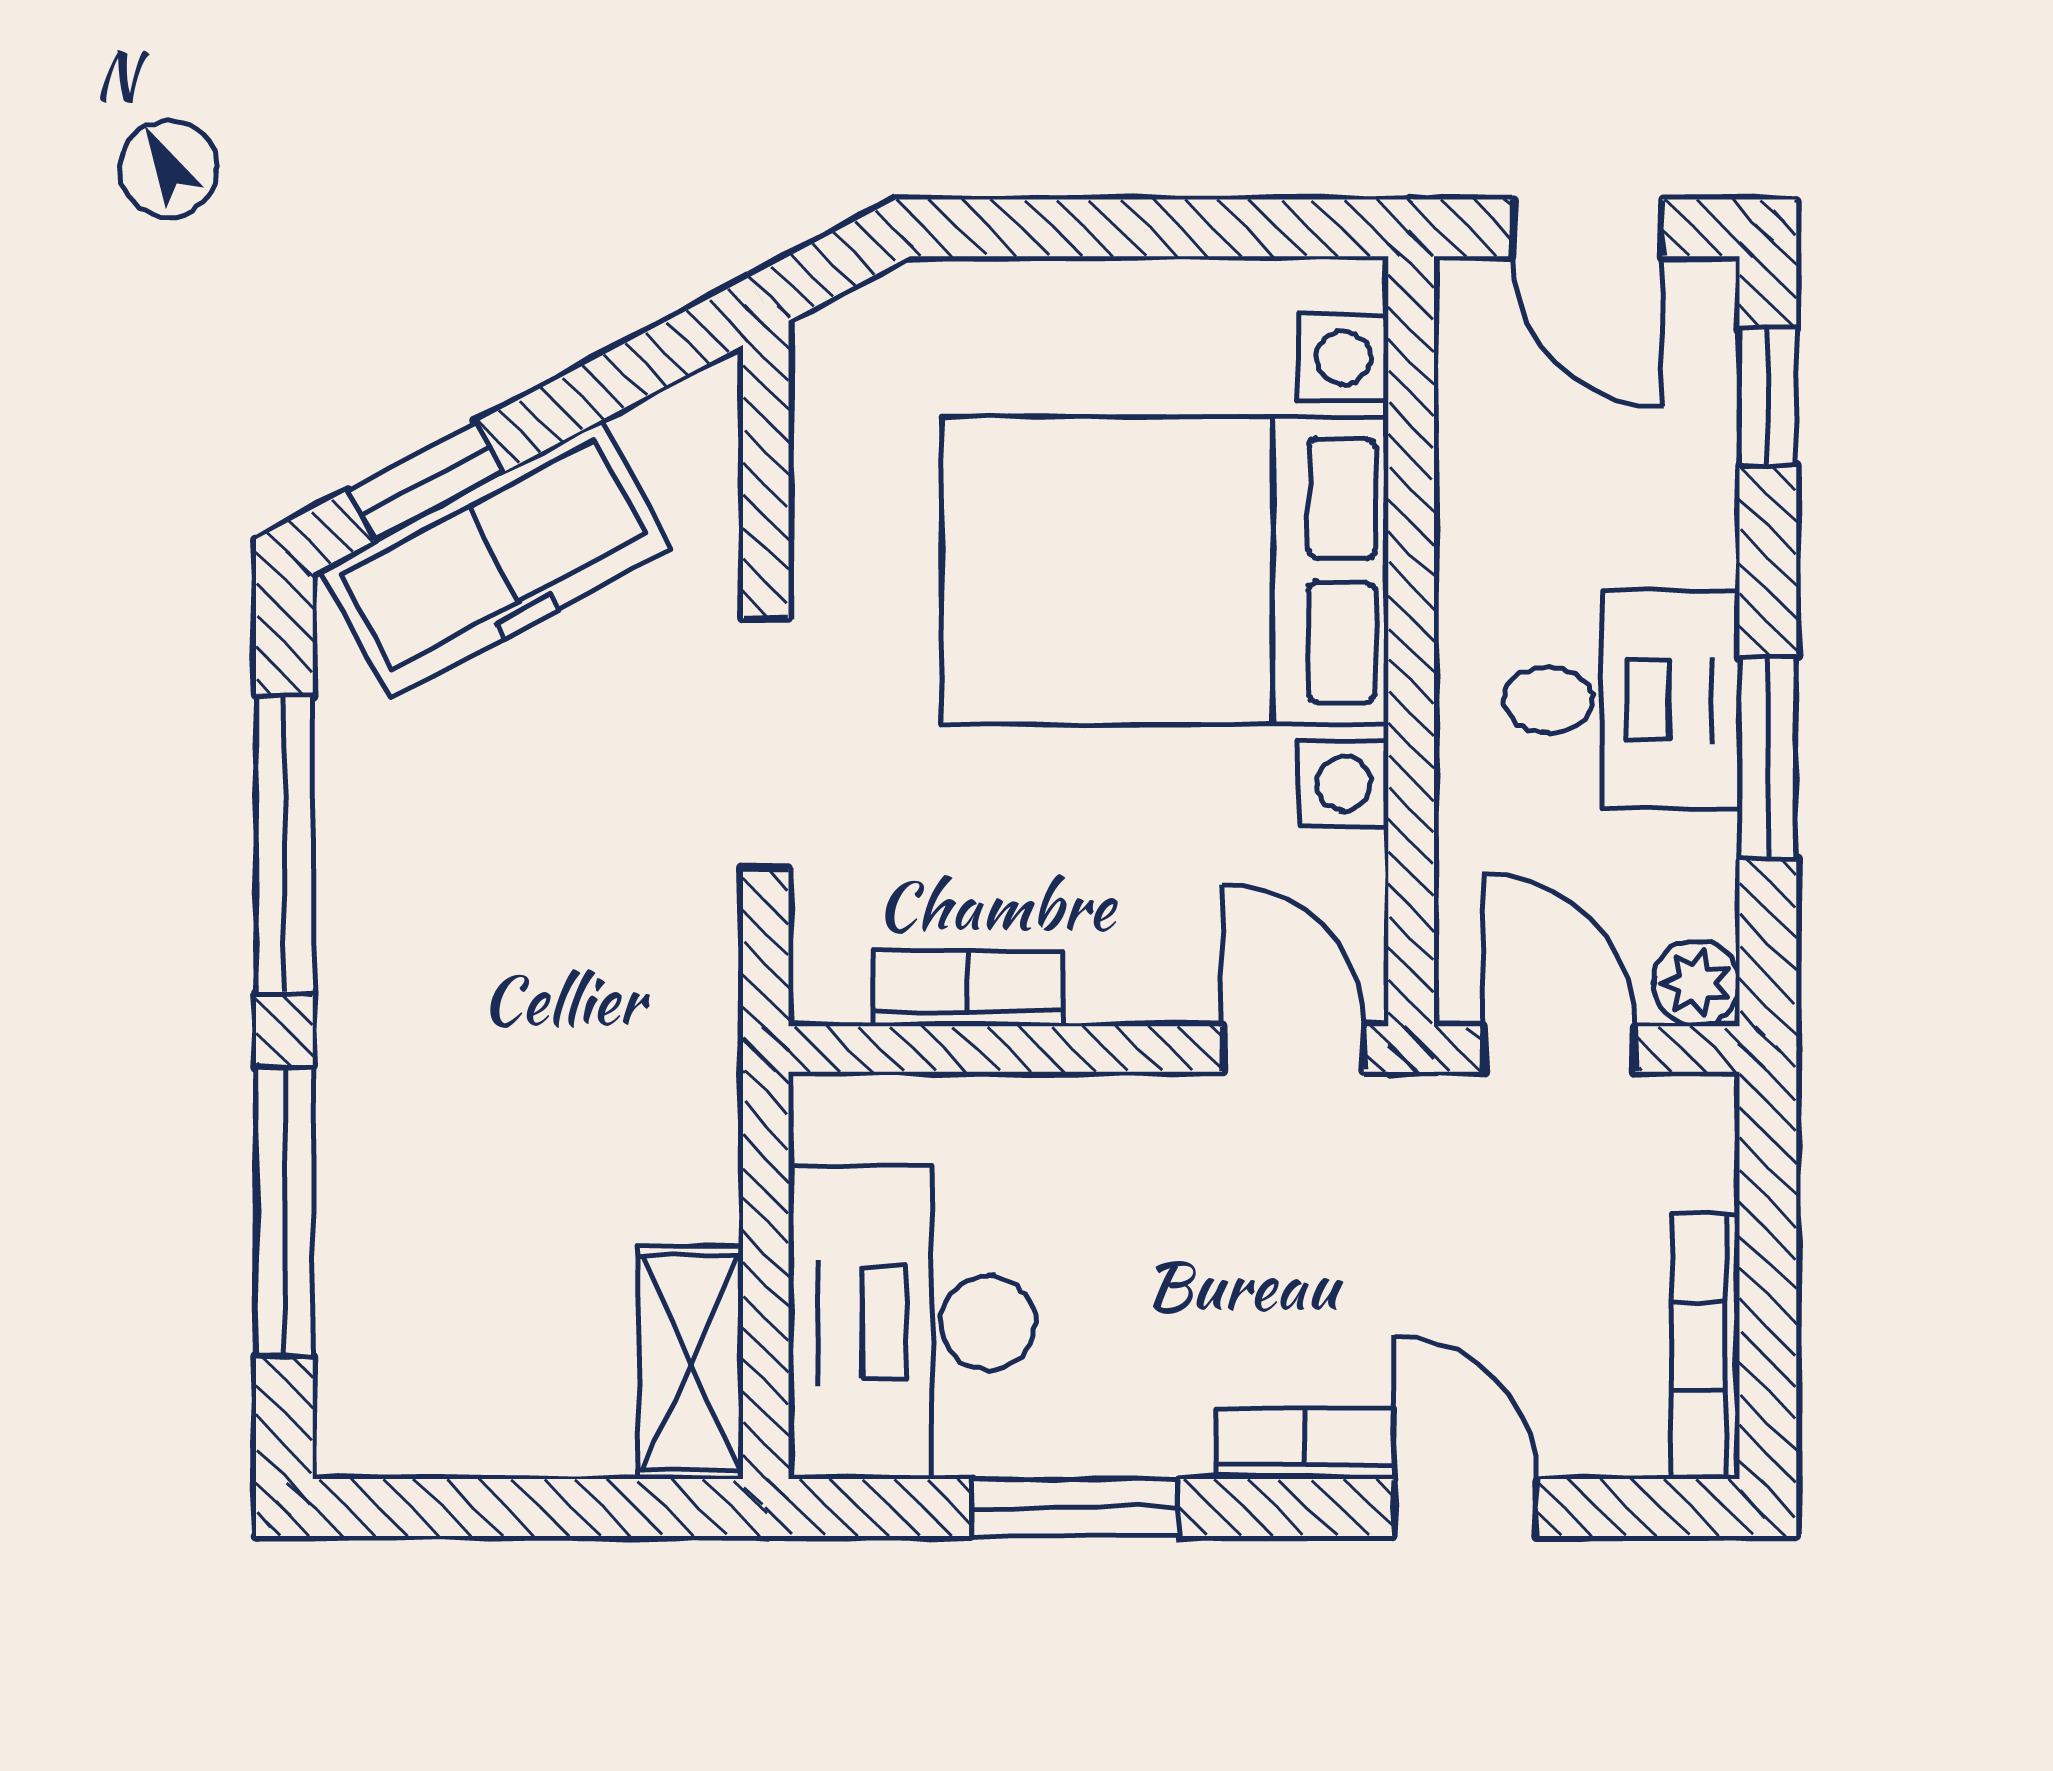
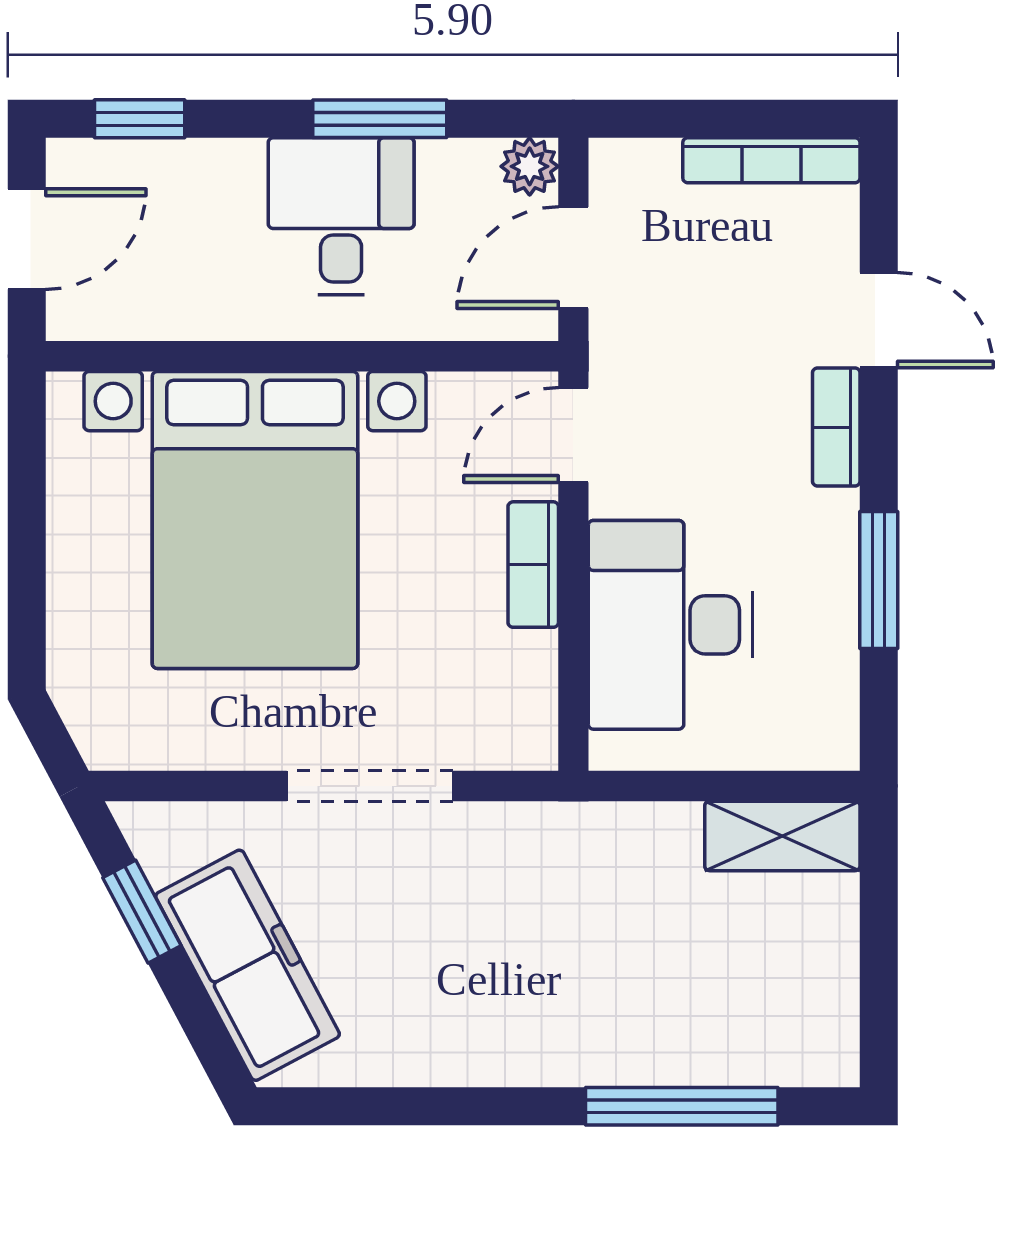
window: (425, 481) -> (142, 912), moved
window: (284, 844) -> (437, 1106), removed
bookcase: (968, 989) -> (533, 565), moved
desk: (912, 1322) -> (671, 625), moved, turned 90
door: (1465, 1508) -> (879, 320), swing flipped

